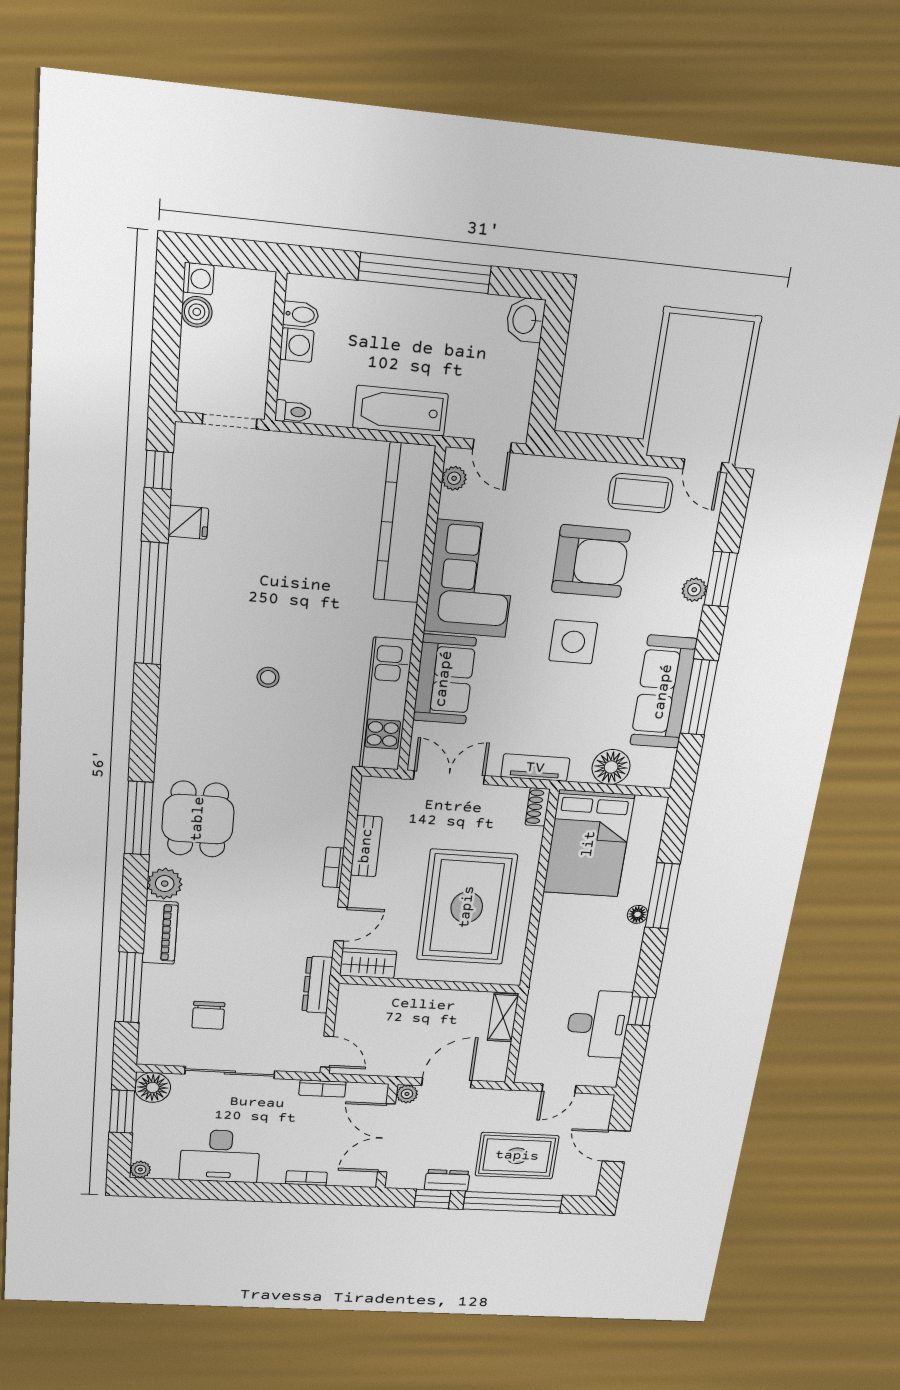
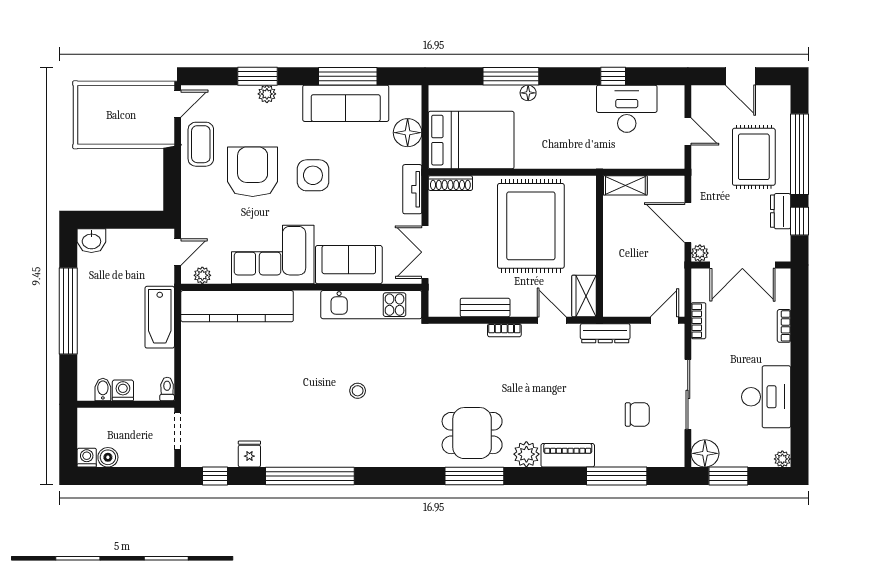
shoe rack: (538, 807) -> (450, 183), width x1.43
rug: (467, 907) -> (531, 226), turned 90
door: (616, 1146) -> (740, 76), hinge flipped

